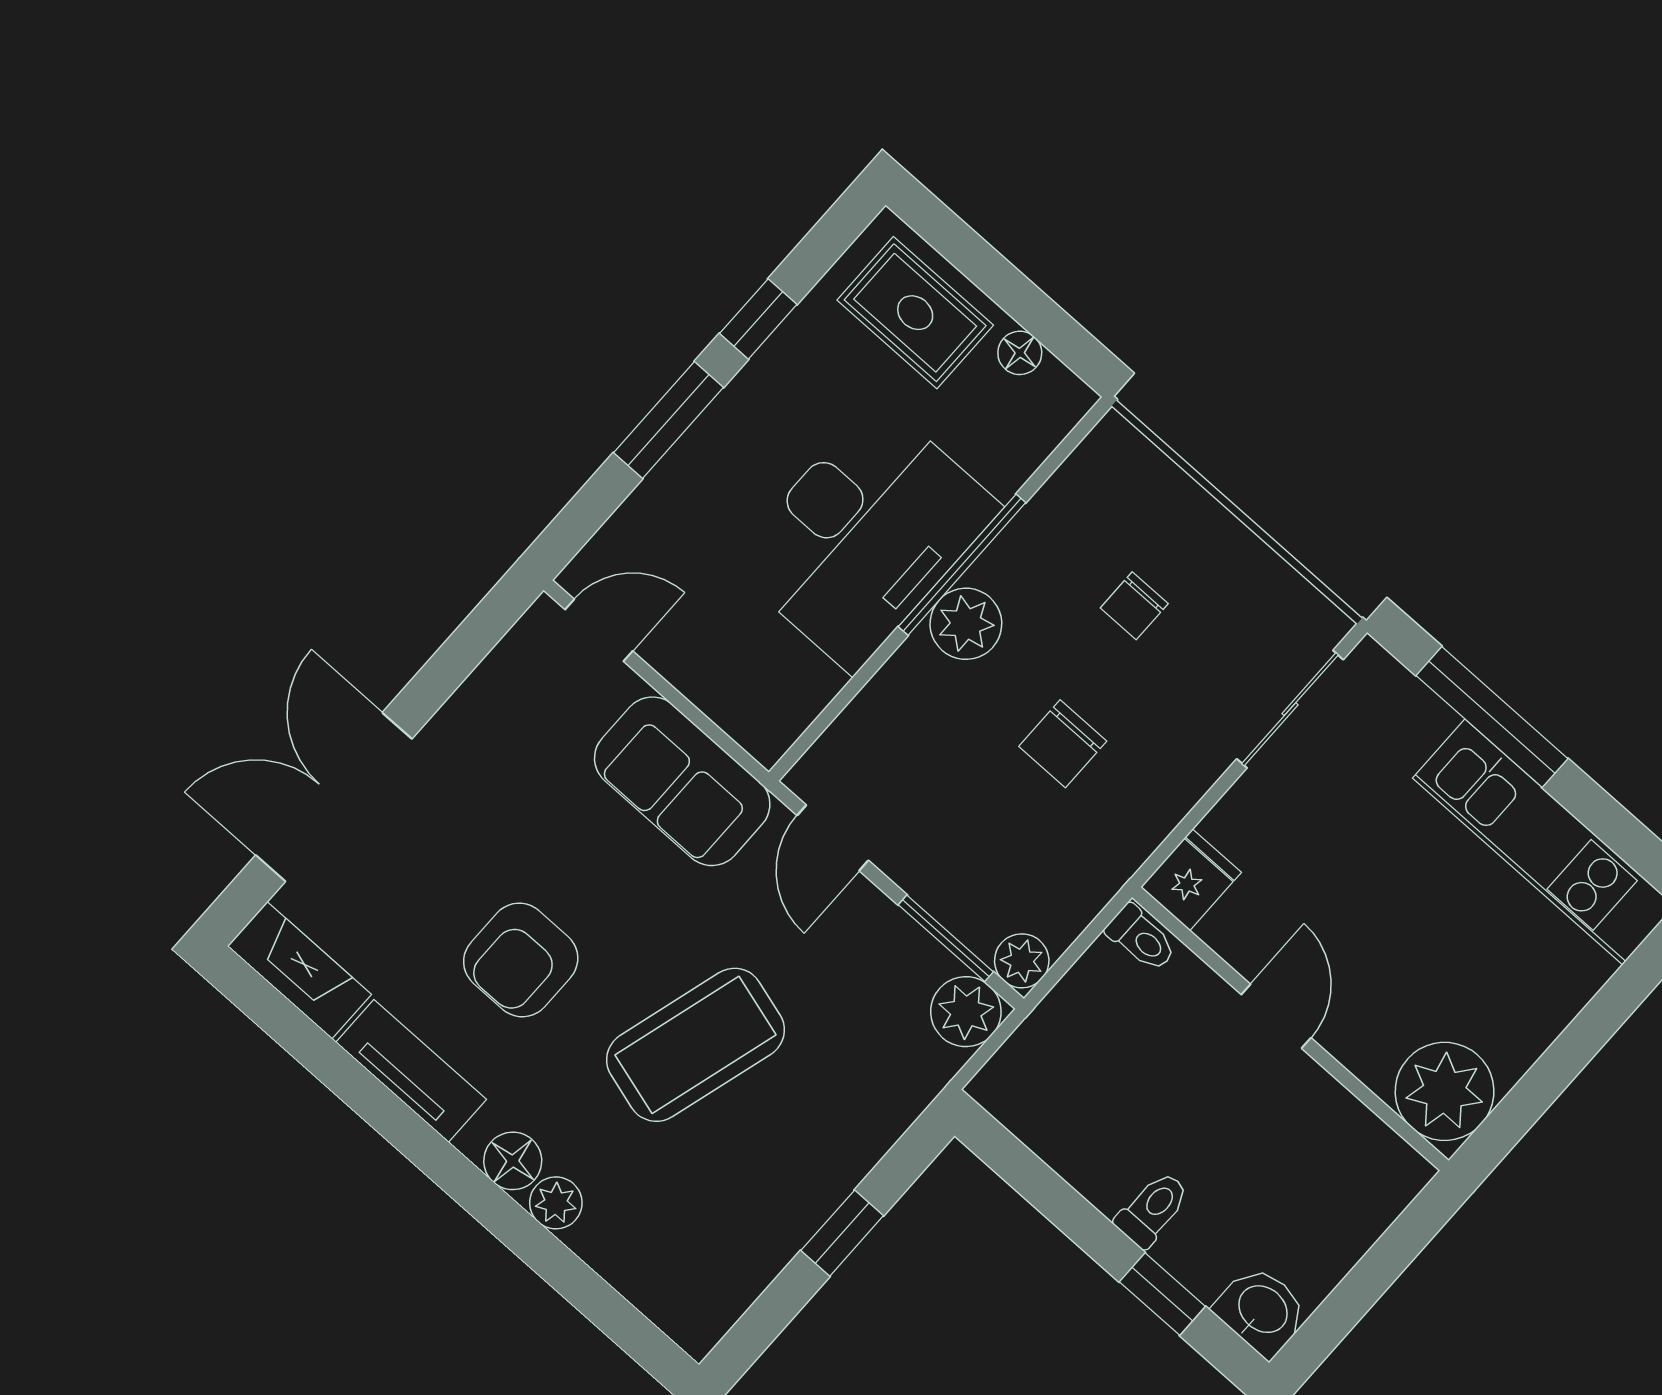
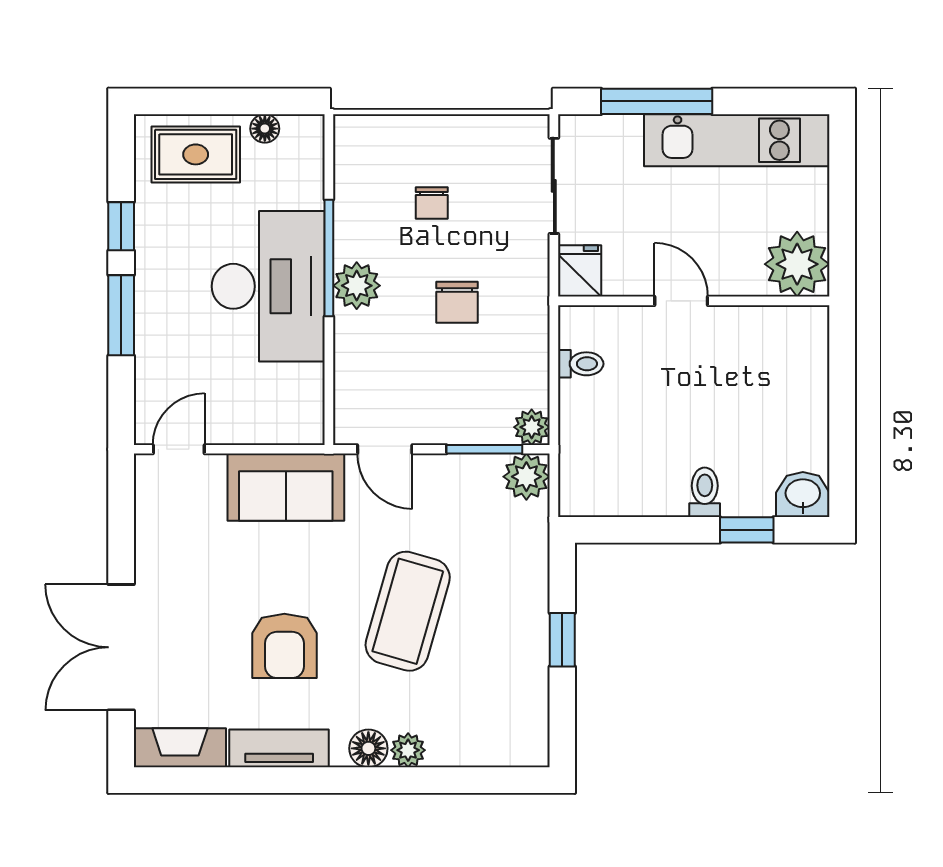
fridge: (1191, 880) -> (580, 271), moved
door: (1276, 1016) -> (681, 301), moved
wall: (1290, 1029) -> (694, 301), moved
plant: (1445, 1091) -> (797, 264), moved

